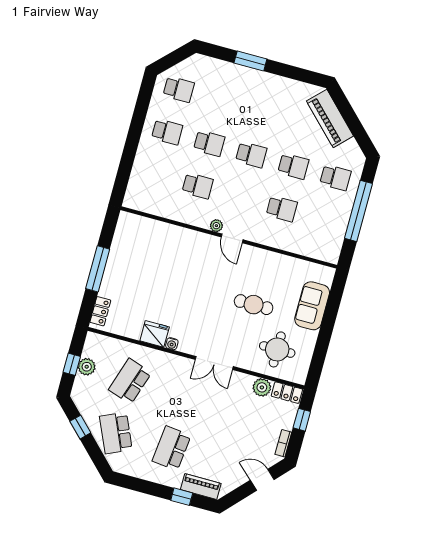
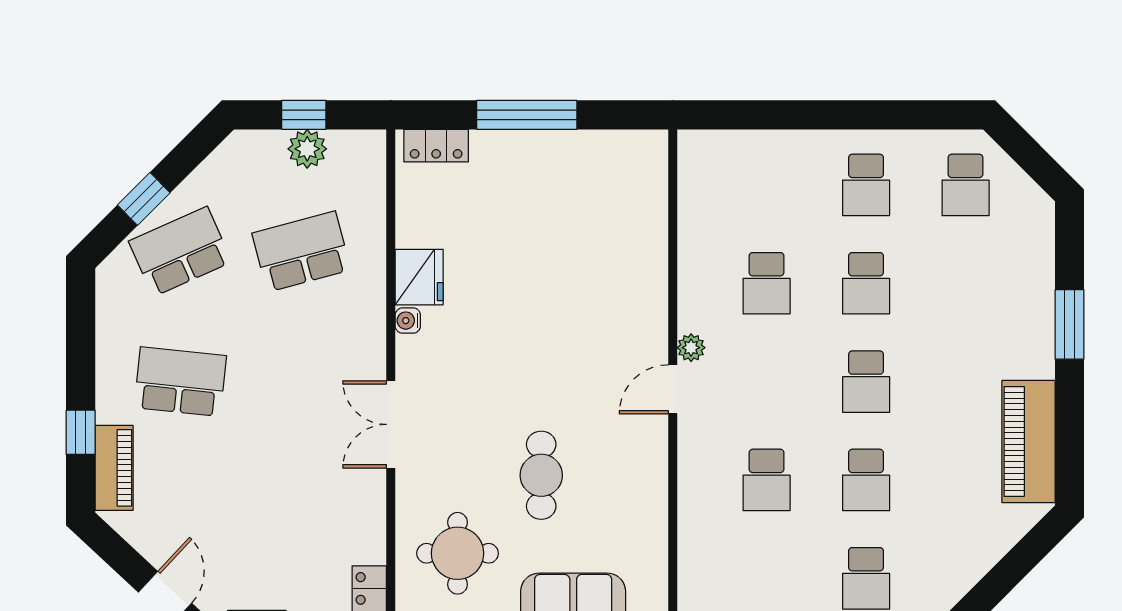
piano: (330, 119) -> (1029, 442), moved, turned -45
school desk: (130, 381) -> (301, 251), turned -33
plant: (262, 387) -> (366, 542), removed
window: (80, 427) -> (144, 199), moved

